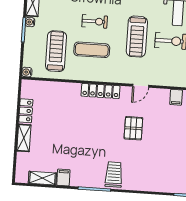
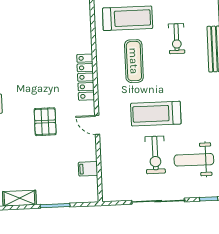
exercise bike: (95, 21) -> (177, 39), moved
pallet: (133, 128) -> (45, 122), turned 90

